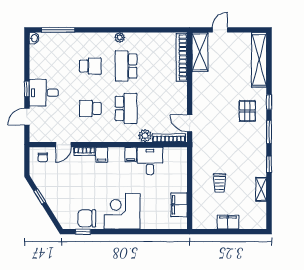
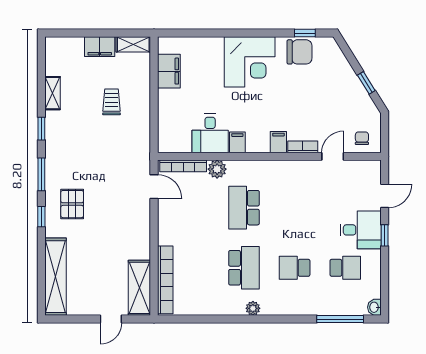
school desk: (90, 108) -> (345, 268), moved
shelving: (204, 224) -> (133, 44), added

